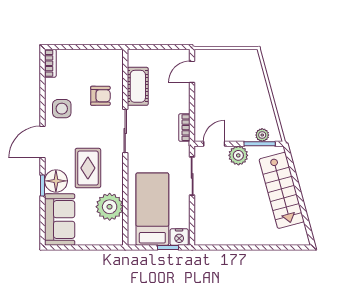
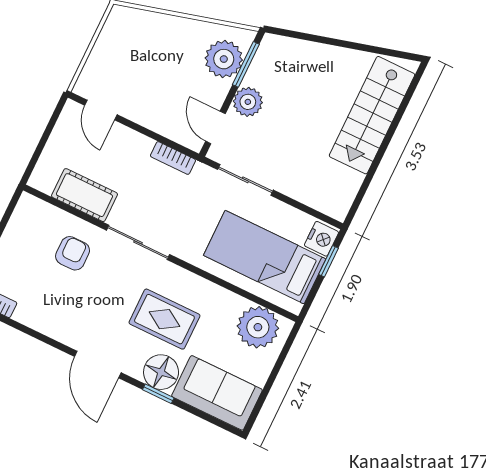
side table: (62, 109) -> (64, 316), removed
plant: (262, 135) -> (224, 59), width x1.88, depth x1.88
stairs: (282, 190) -> (372, 115), moved, turned 105
plant: (110, 207) -> (258, 327), moved

